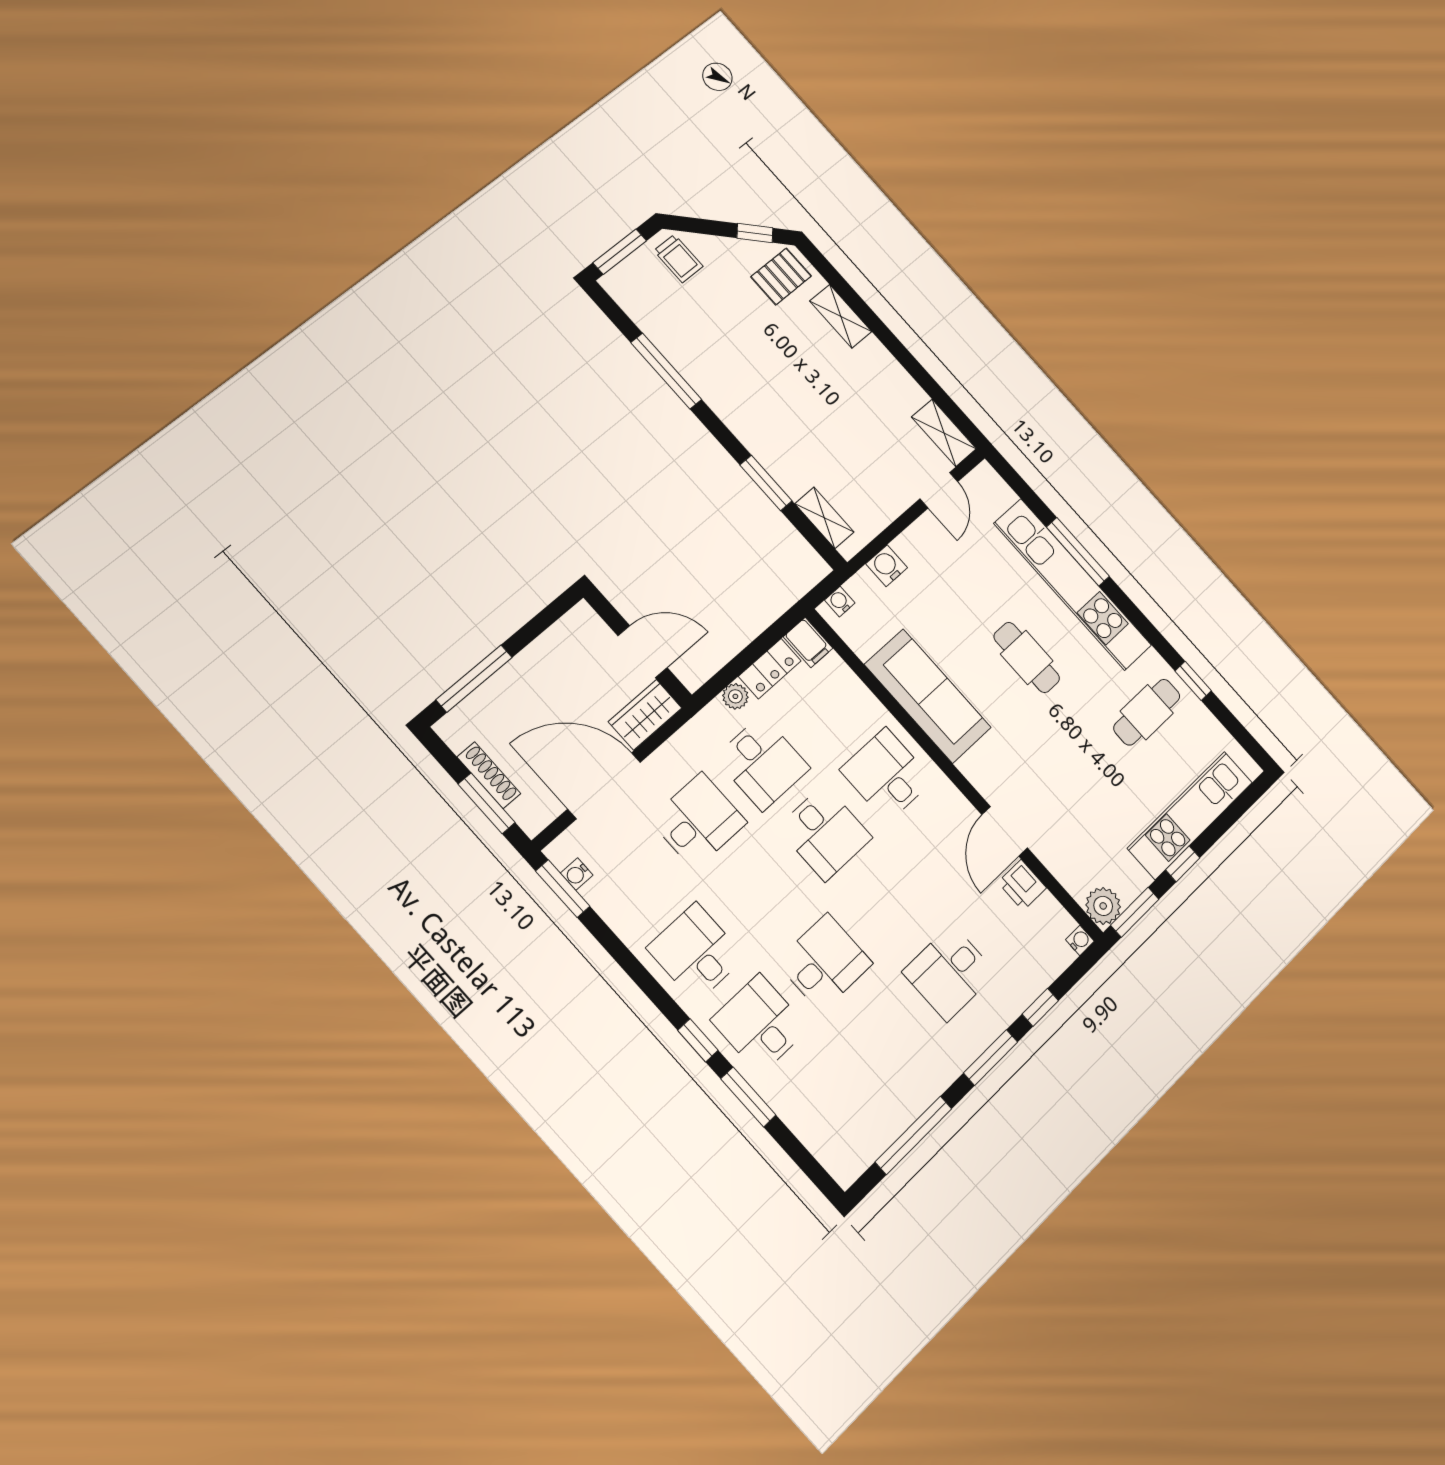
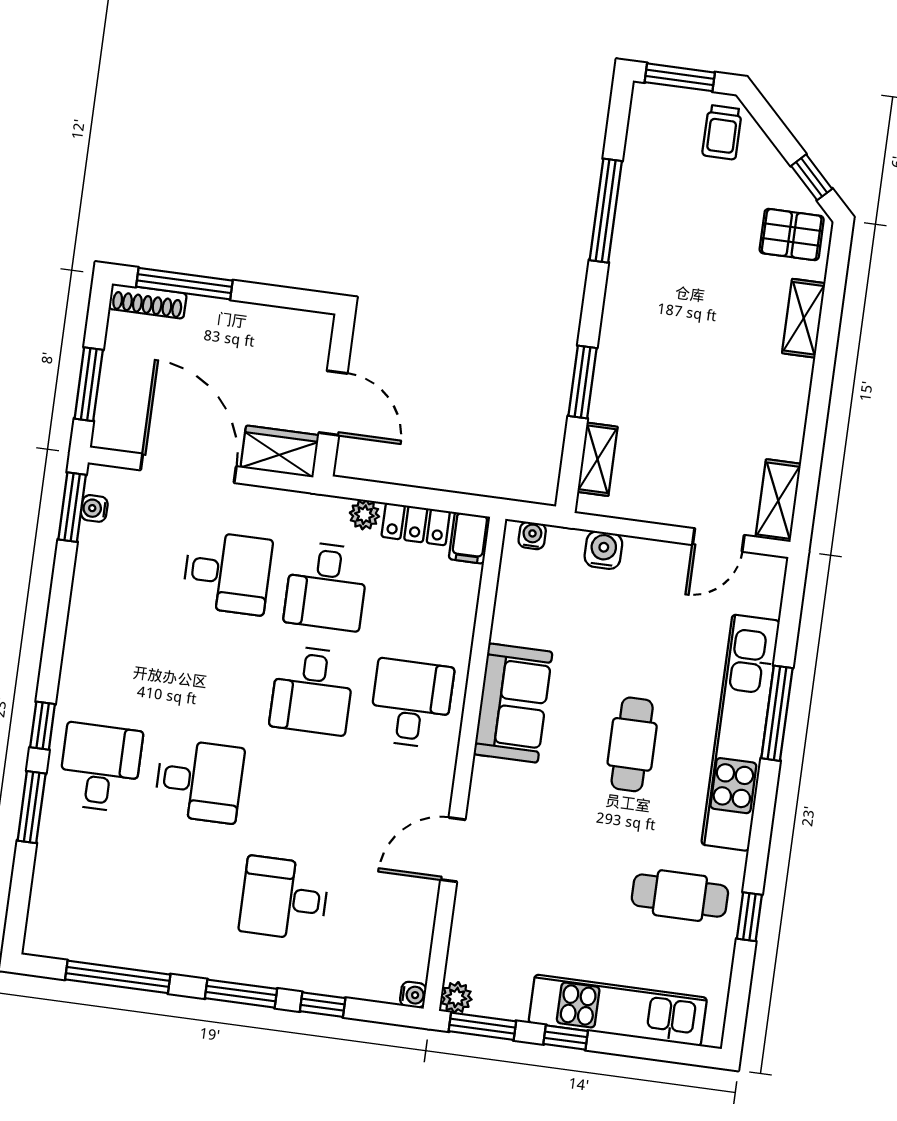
sofa: (928, 696) -> (513, 703), width x0.73
shoe rack: (489, 775) -> (148, 301), moved, turned 90
printer: (1022, 885) -> (418, 903), removed
plant: (1103, 906) -> (456, 997), width x0.73, depth x0.73
desk: (696, 952) -> (114, 663), removed

